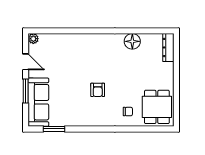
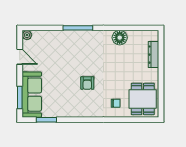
window: (88, 31) -> (78, 28), added
dresser: (168, 47) -> (153, 55), moved
window: (26, 91) -> (20, 97), moved

